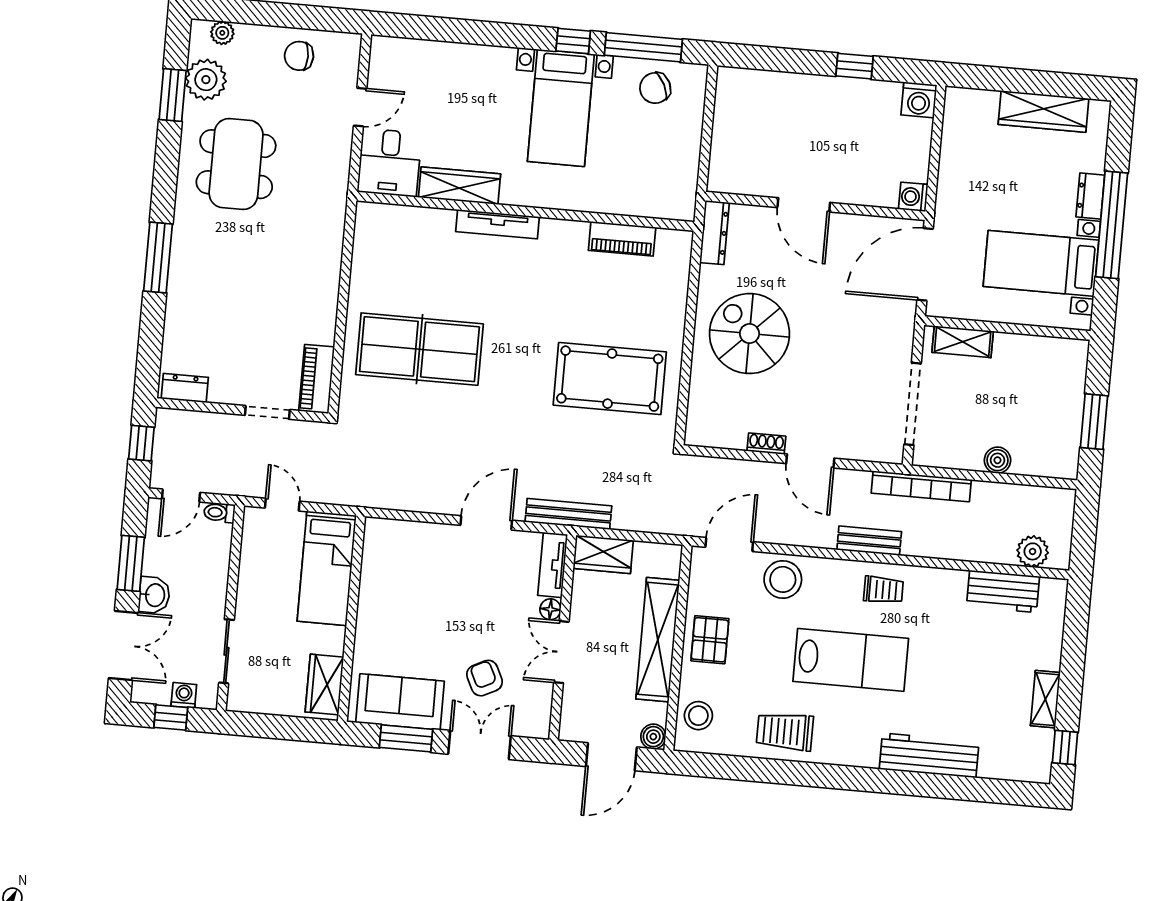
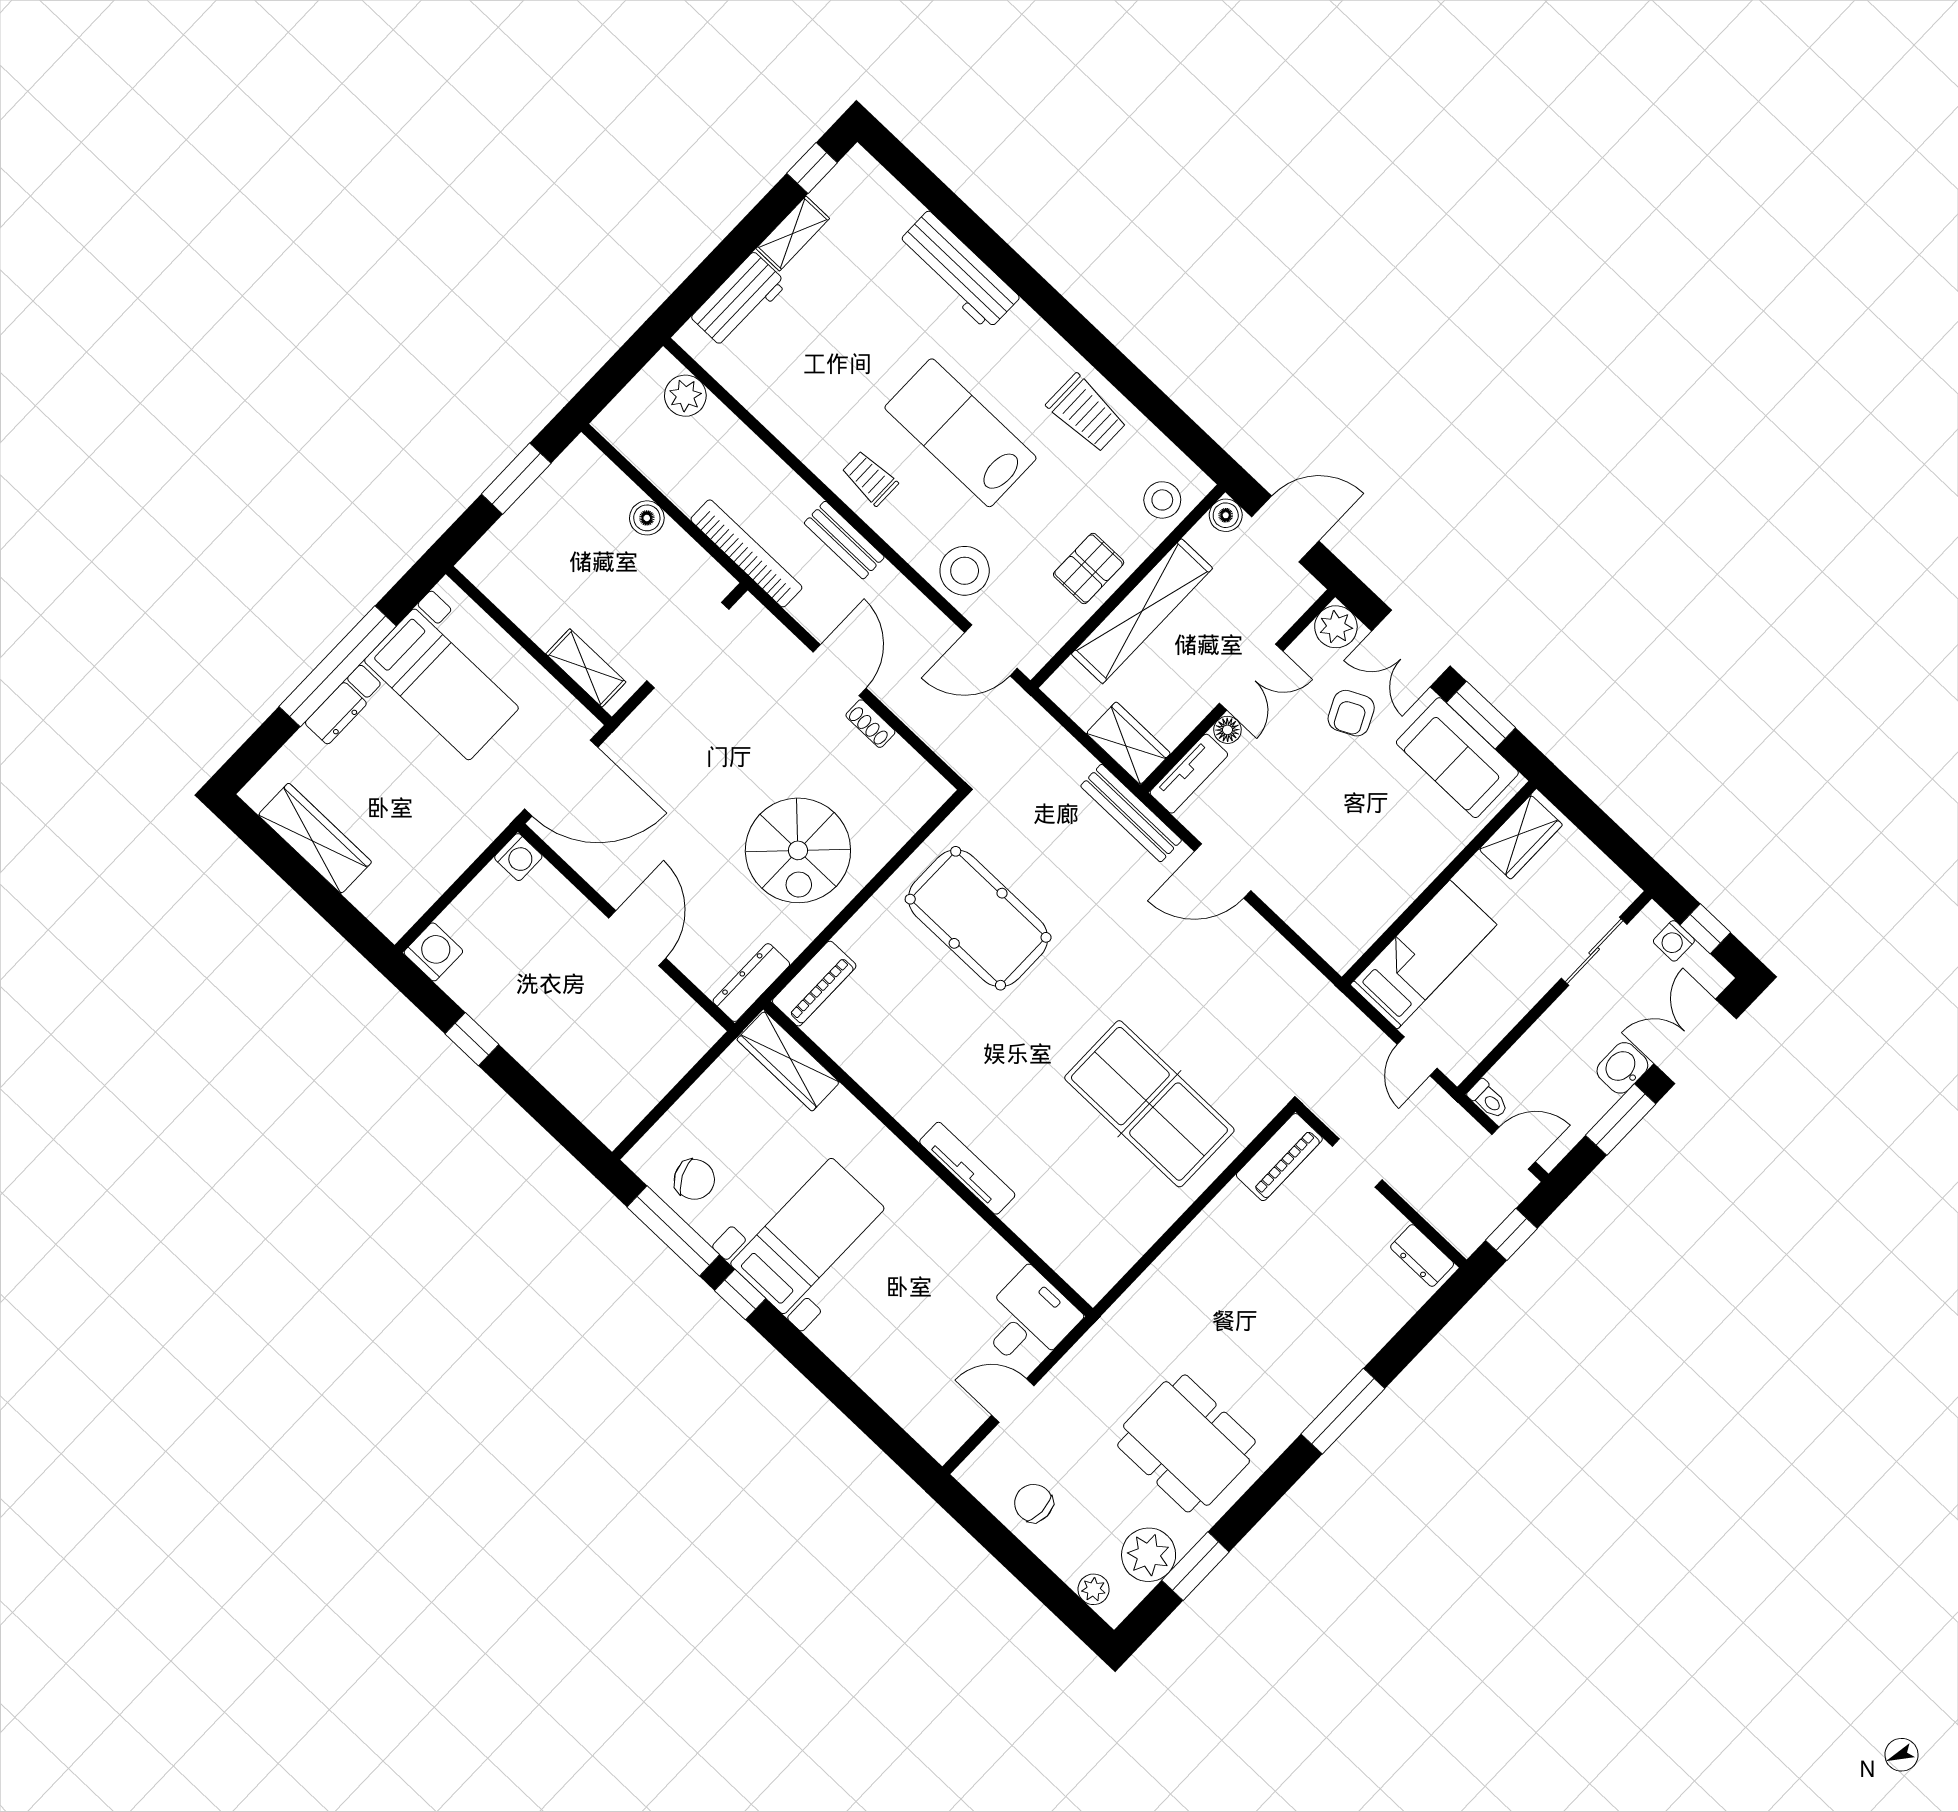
chair: (299, 56) -> (1034, 1503), turned 180
dining table: (236, 164) -> (1186, 1443), turned 90
wardrobe: (460, 186) -> (788, 1061), moved
piano: (622, 239) -> (814, 984), moved, turned 90
workbench: (1003, 591) -> (739, 300), moved, turned 90
plant: (535, 722) -> (1336, 627), added

